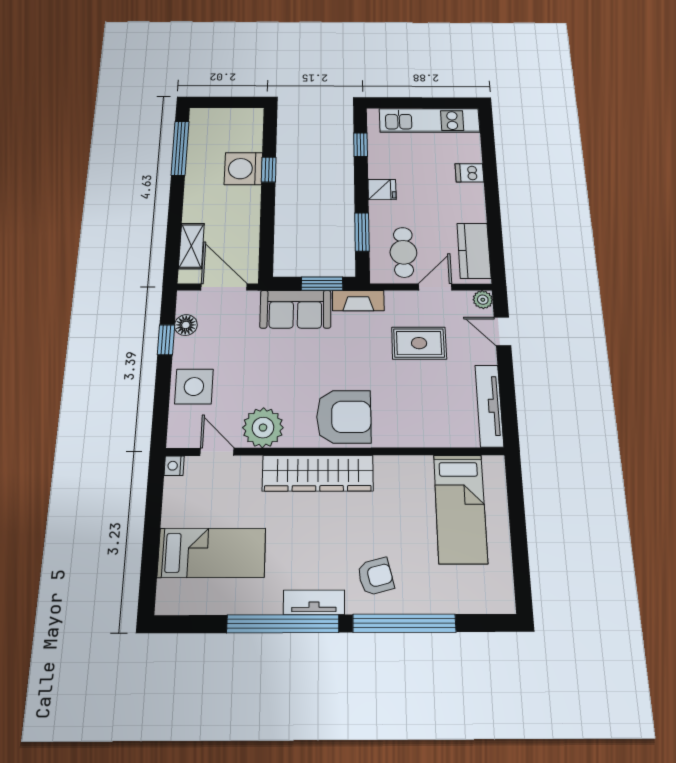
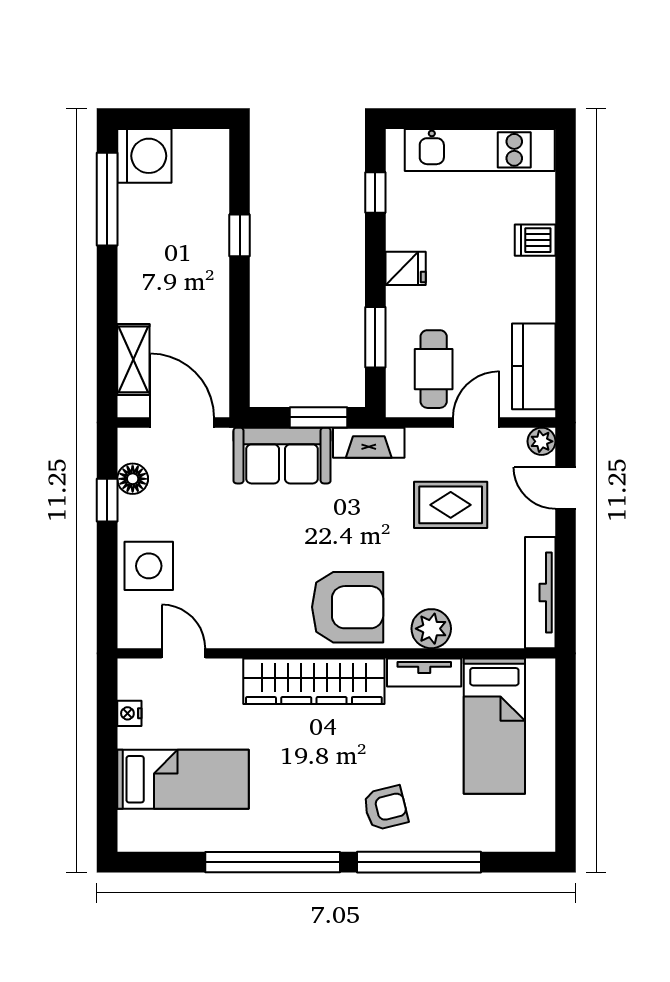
washing machine: (243, 169) -> (144, 156), moved, turned 180
plant: (263, 428) -> (431, 629), moved, width x0.73, depth x0.73
nightstand: (174, 466) -> (129, 713), moved
tv unit: (314, 602) -> (424, 673), moved, turned 180

